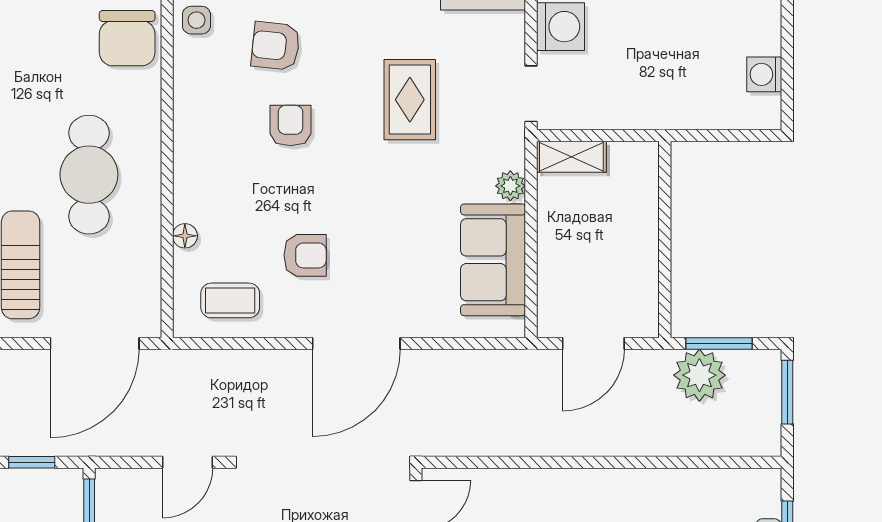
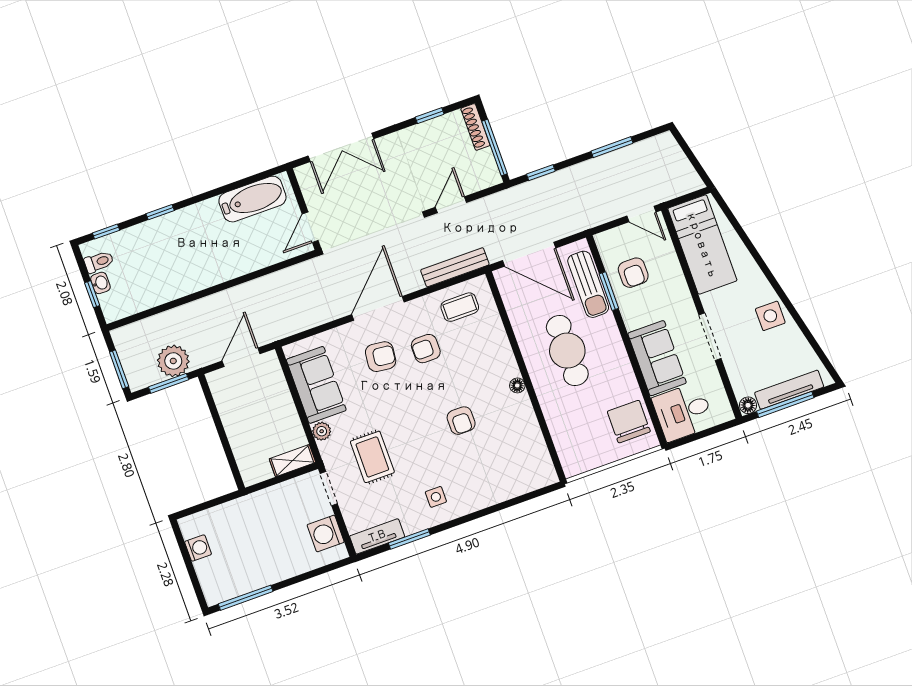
side table: (196, 20) -> (436, 497), moved
chair: (127, 38) -> (629, 422), moved
armchair: (276, 46) -> (381, 357), moved
rug: (410, 100) -> (372, 457), moved
floor lamp: (185, 236) -> (517, 385), moved
door: (95, 343) -> (529, 254), swing flipped
bench: (216, 364) -> (455, 267), added

